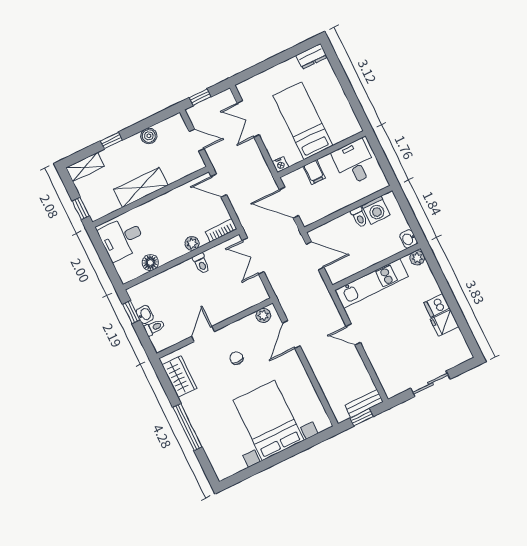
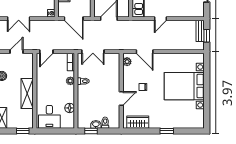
door: (289, 203) -> (74, 19), hinge flipped
door: (203, 334) -> (121, 99), swing flipped
window: (187, 427) -> (167, 131), width x0.46

